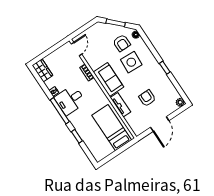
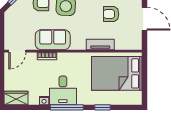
door: (76, 49) -> (17, 51), swing flipped
sofa: (108, 80) -> (53, 40), moved
bed: (112, 128) -> (117, 73), width x1.50

